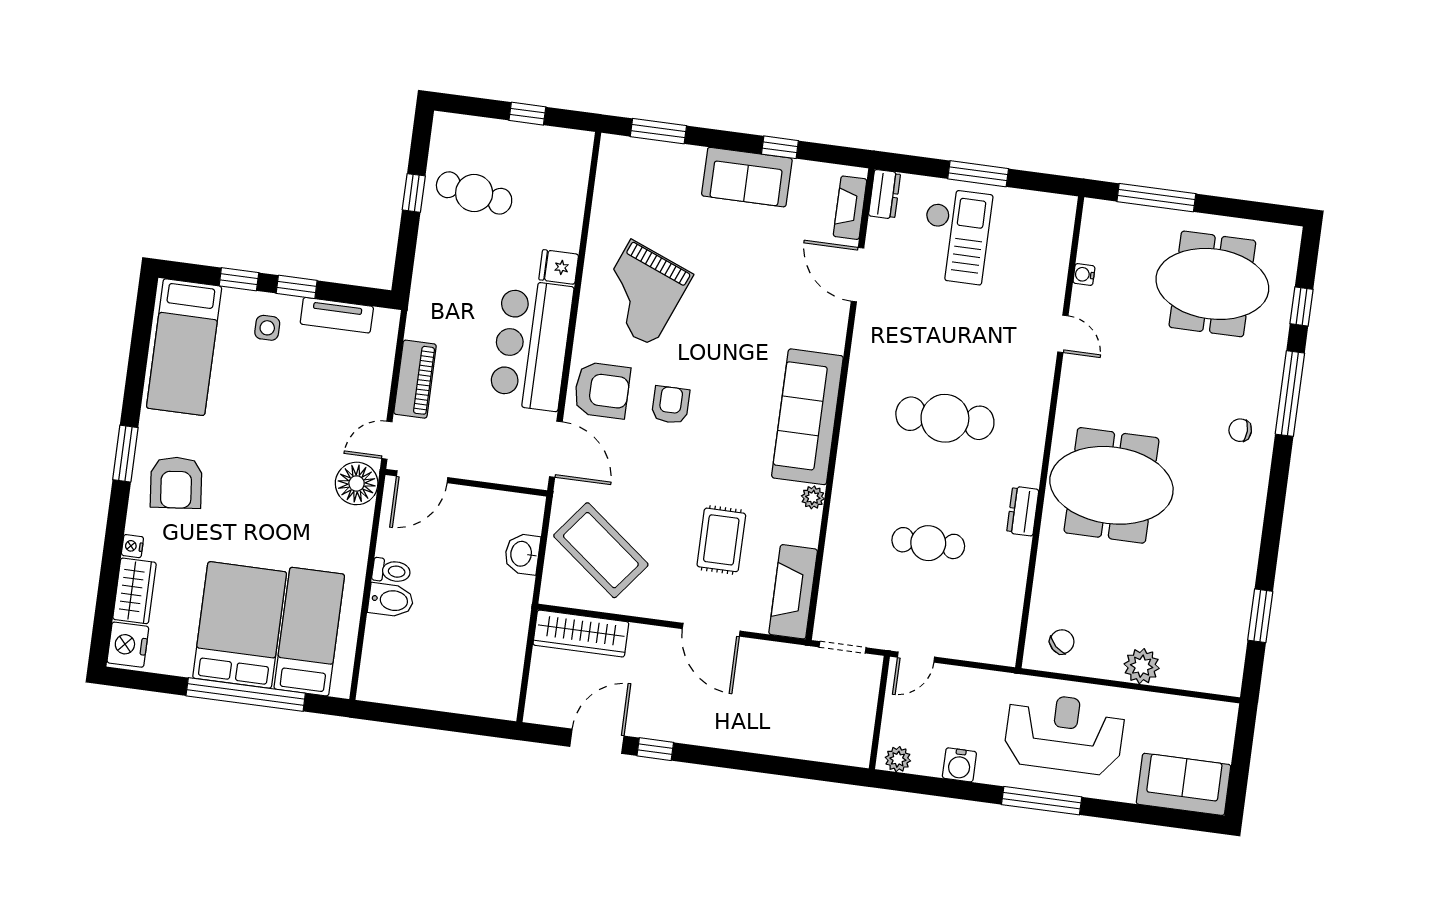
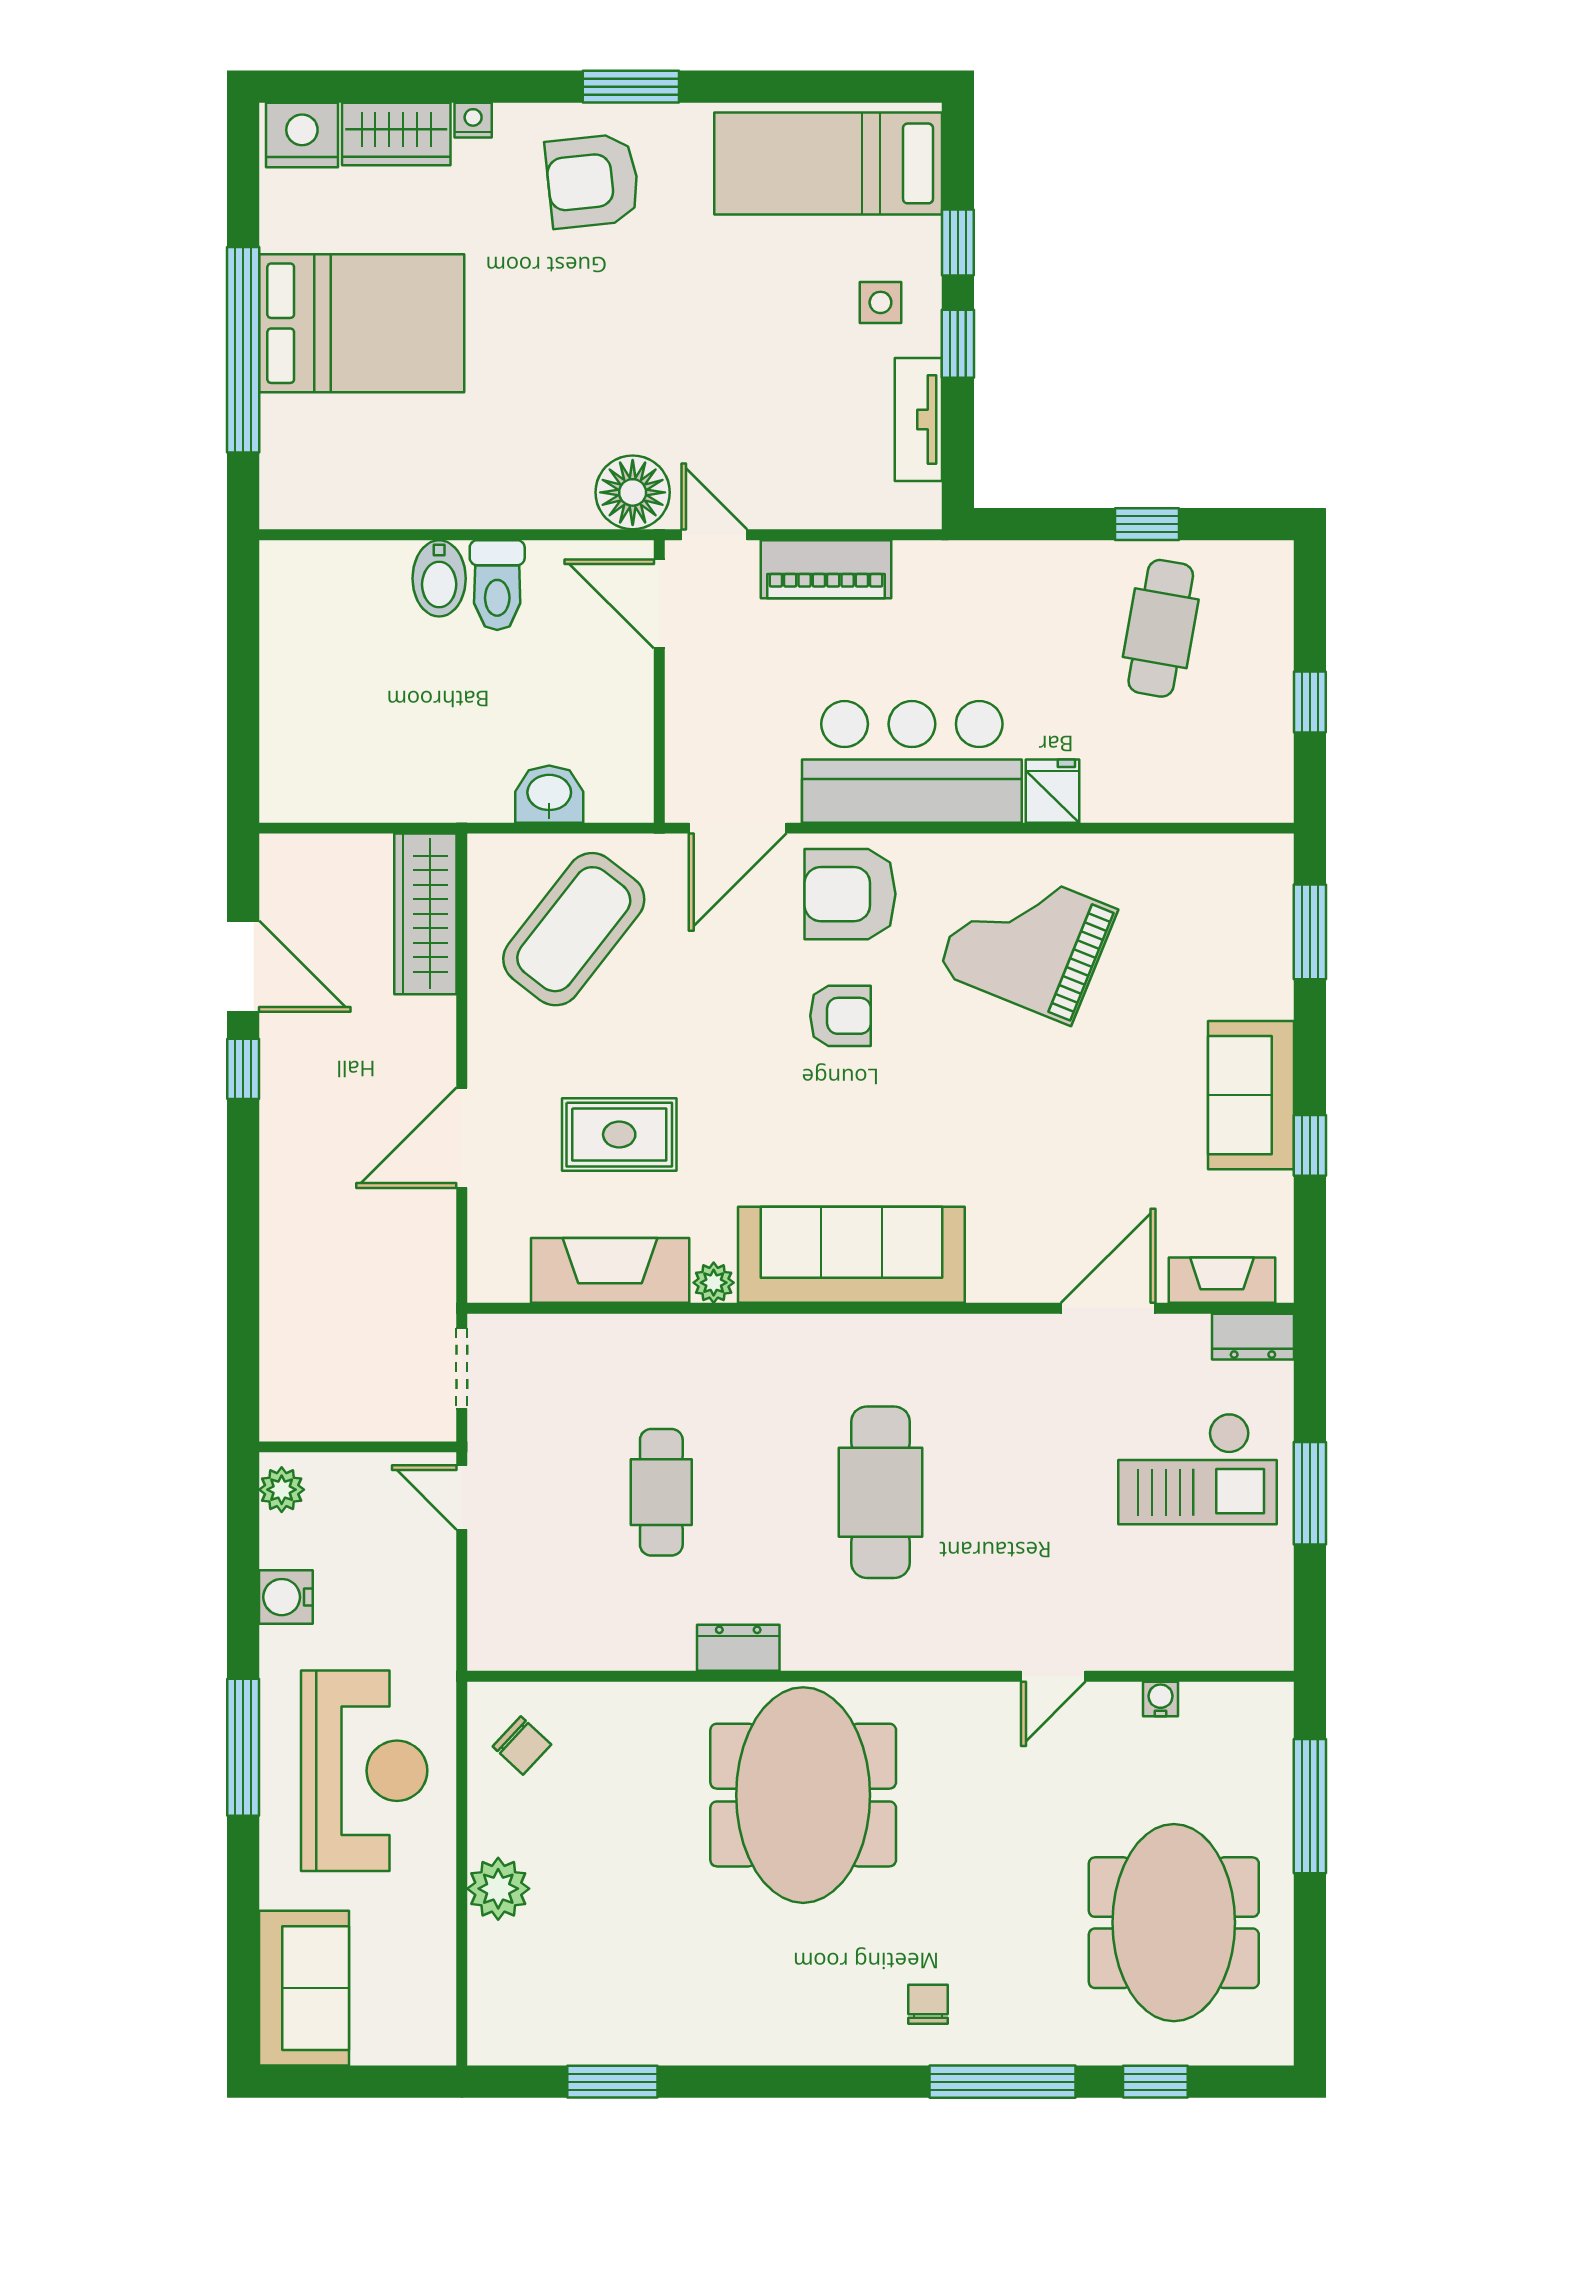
armchair: (602, 390) -> (850, 894), turned 90
toilet: (391, 571) -> (497, 585), width x1.37, depth x1.39
fireplace: (793, 592) -> (610, 1270), moved
bed: (309, 632) -> (366, 445), removed

